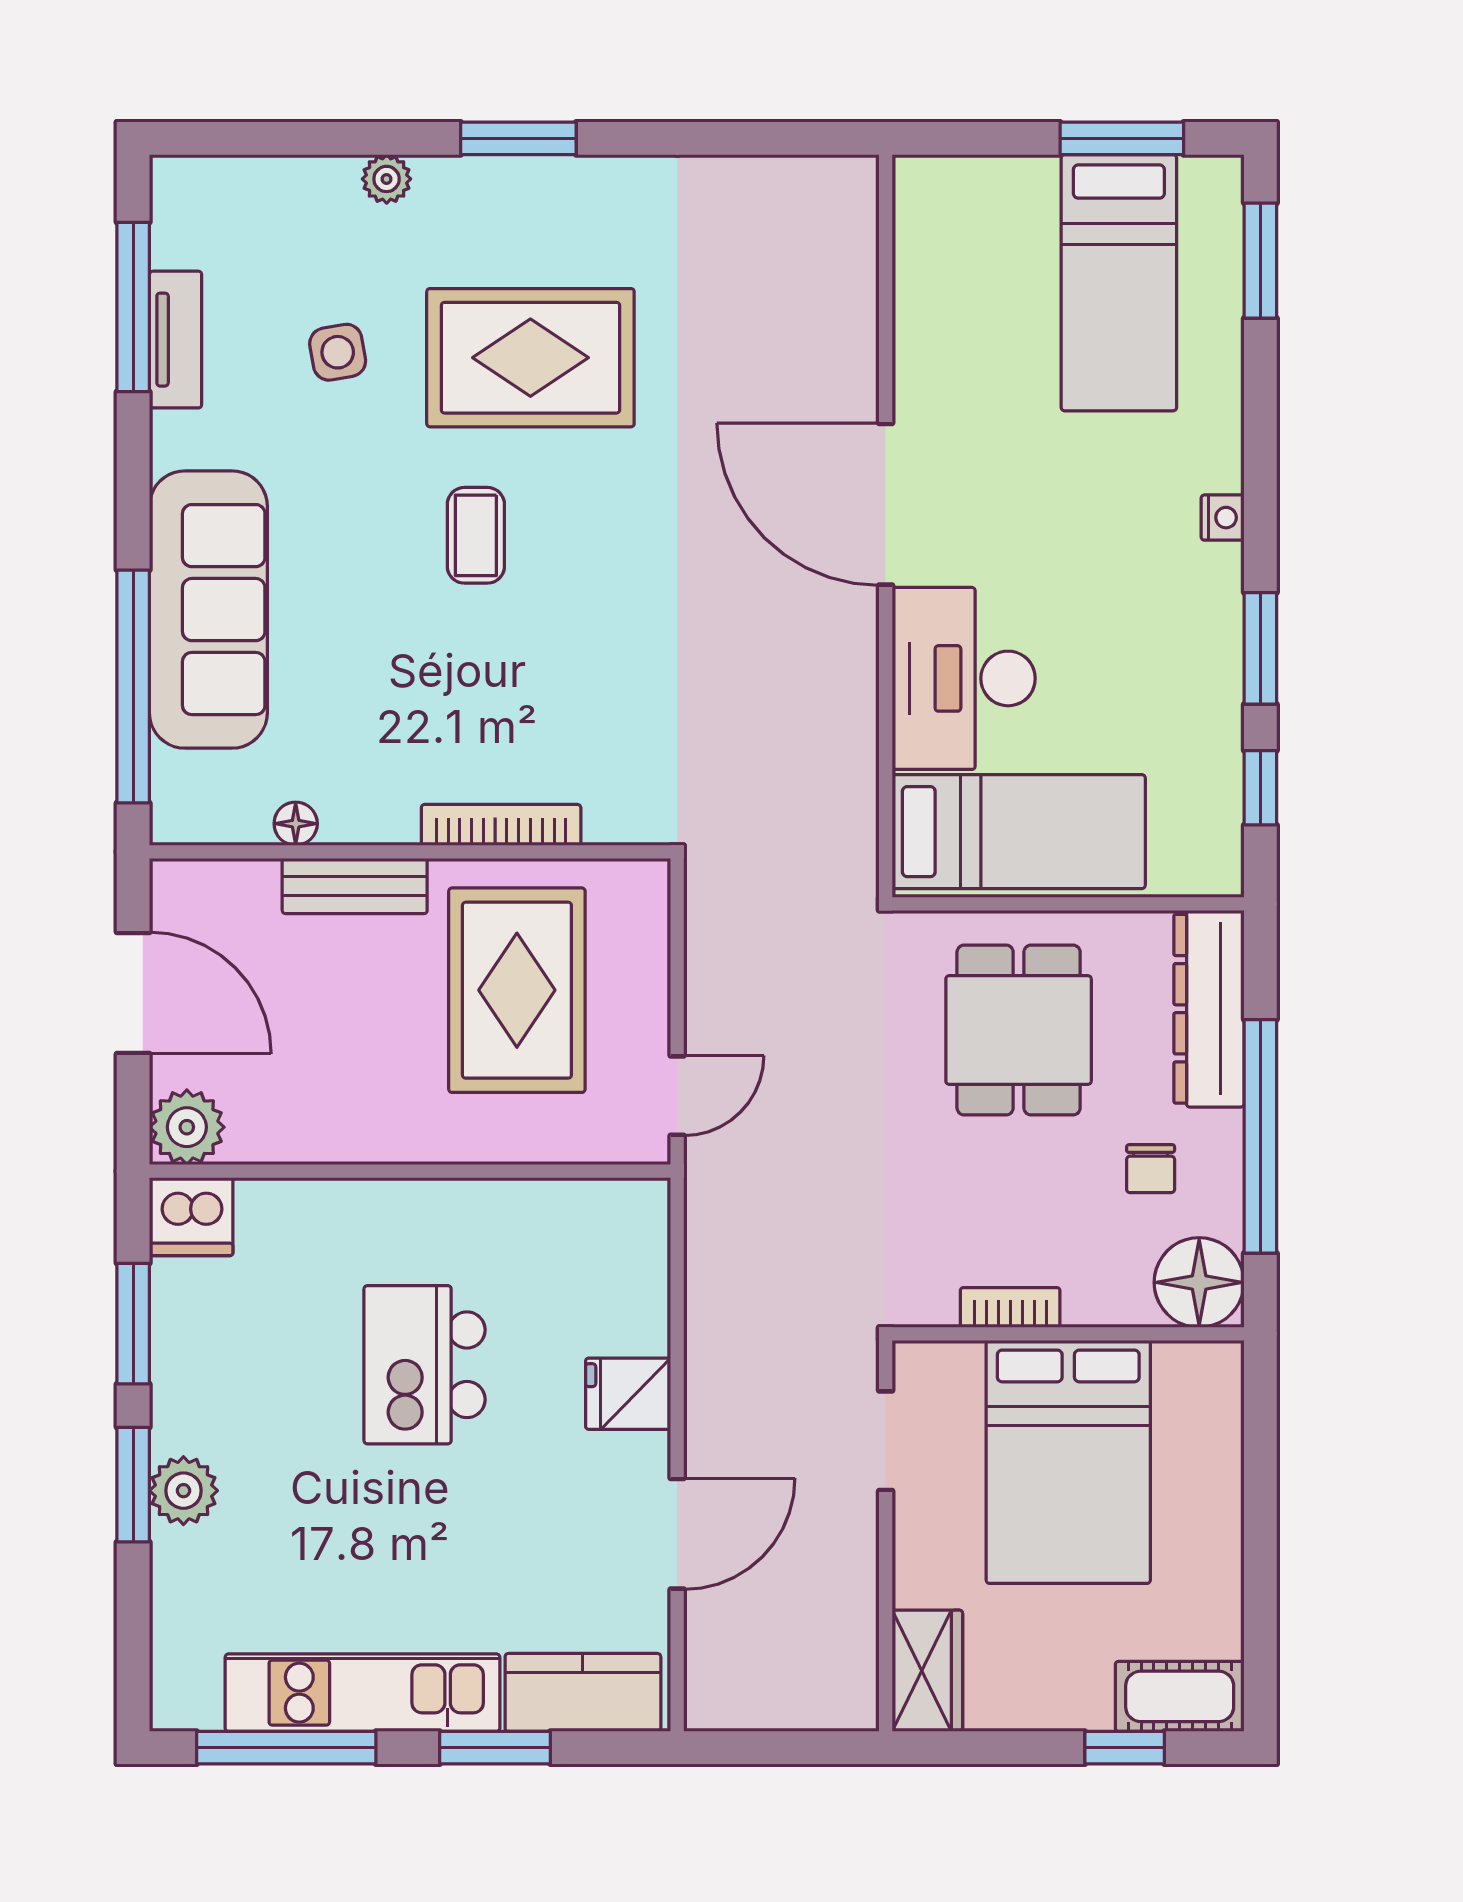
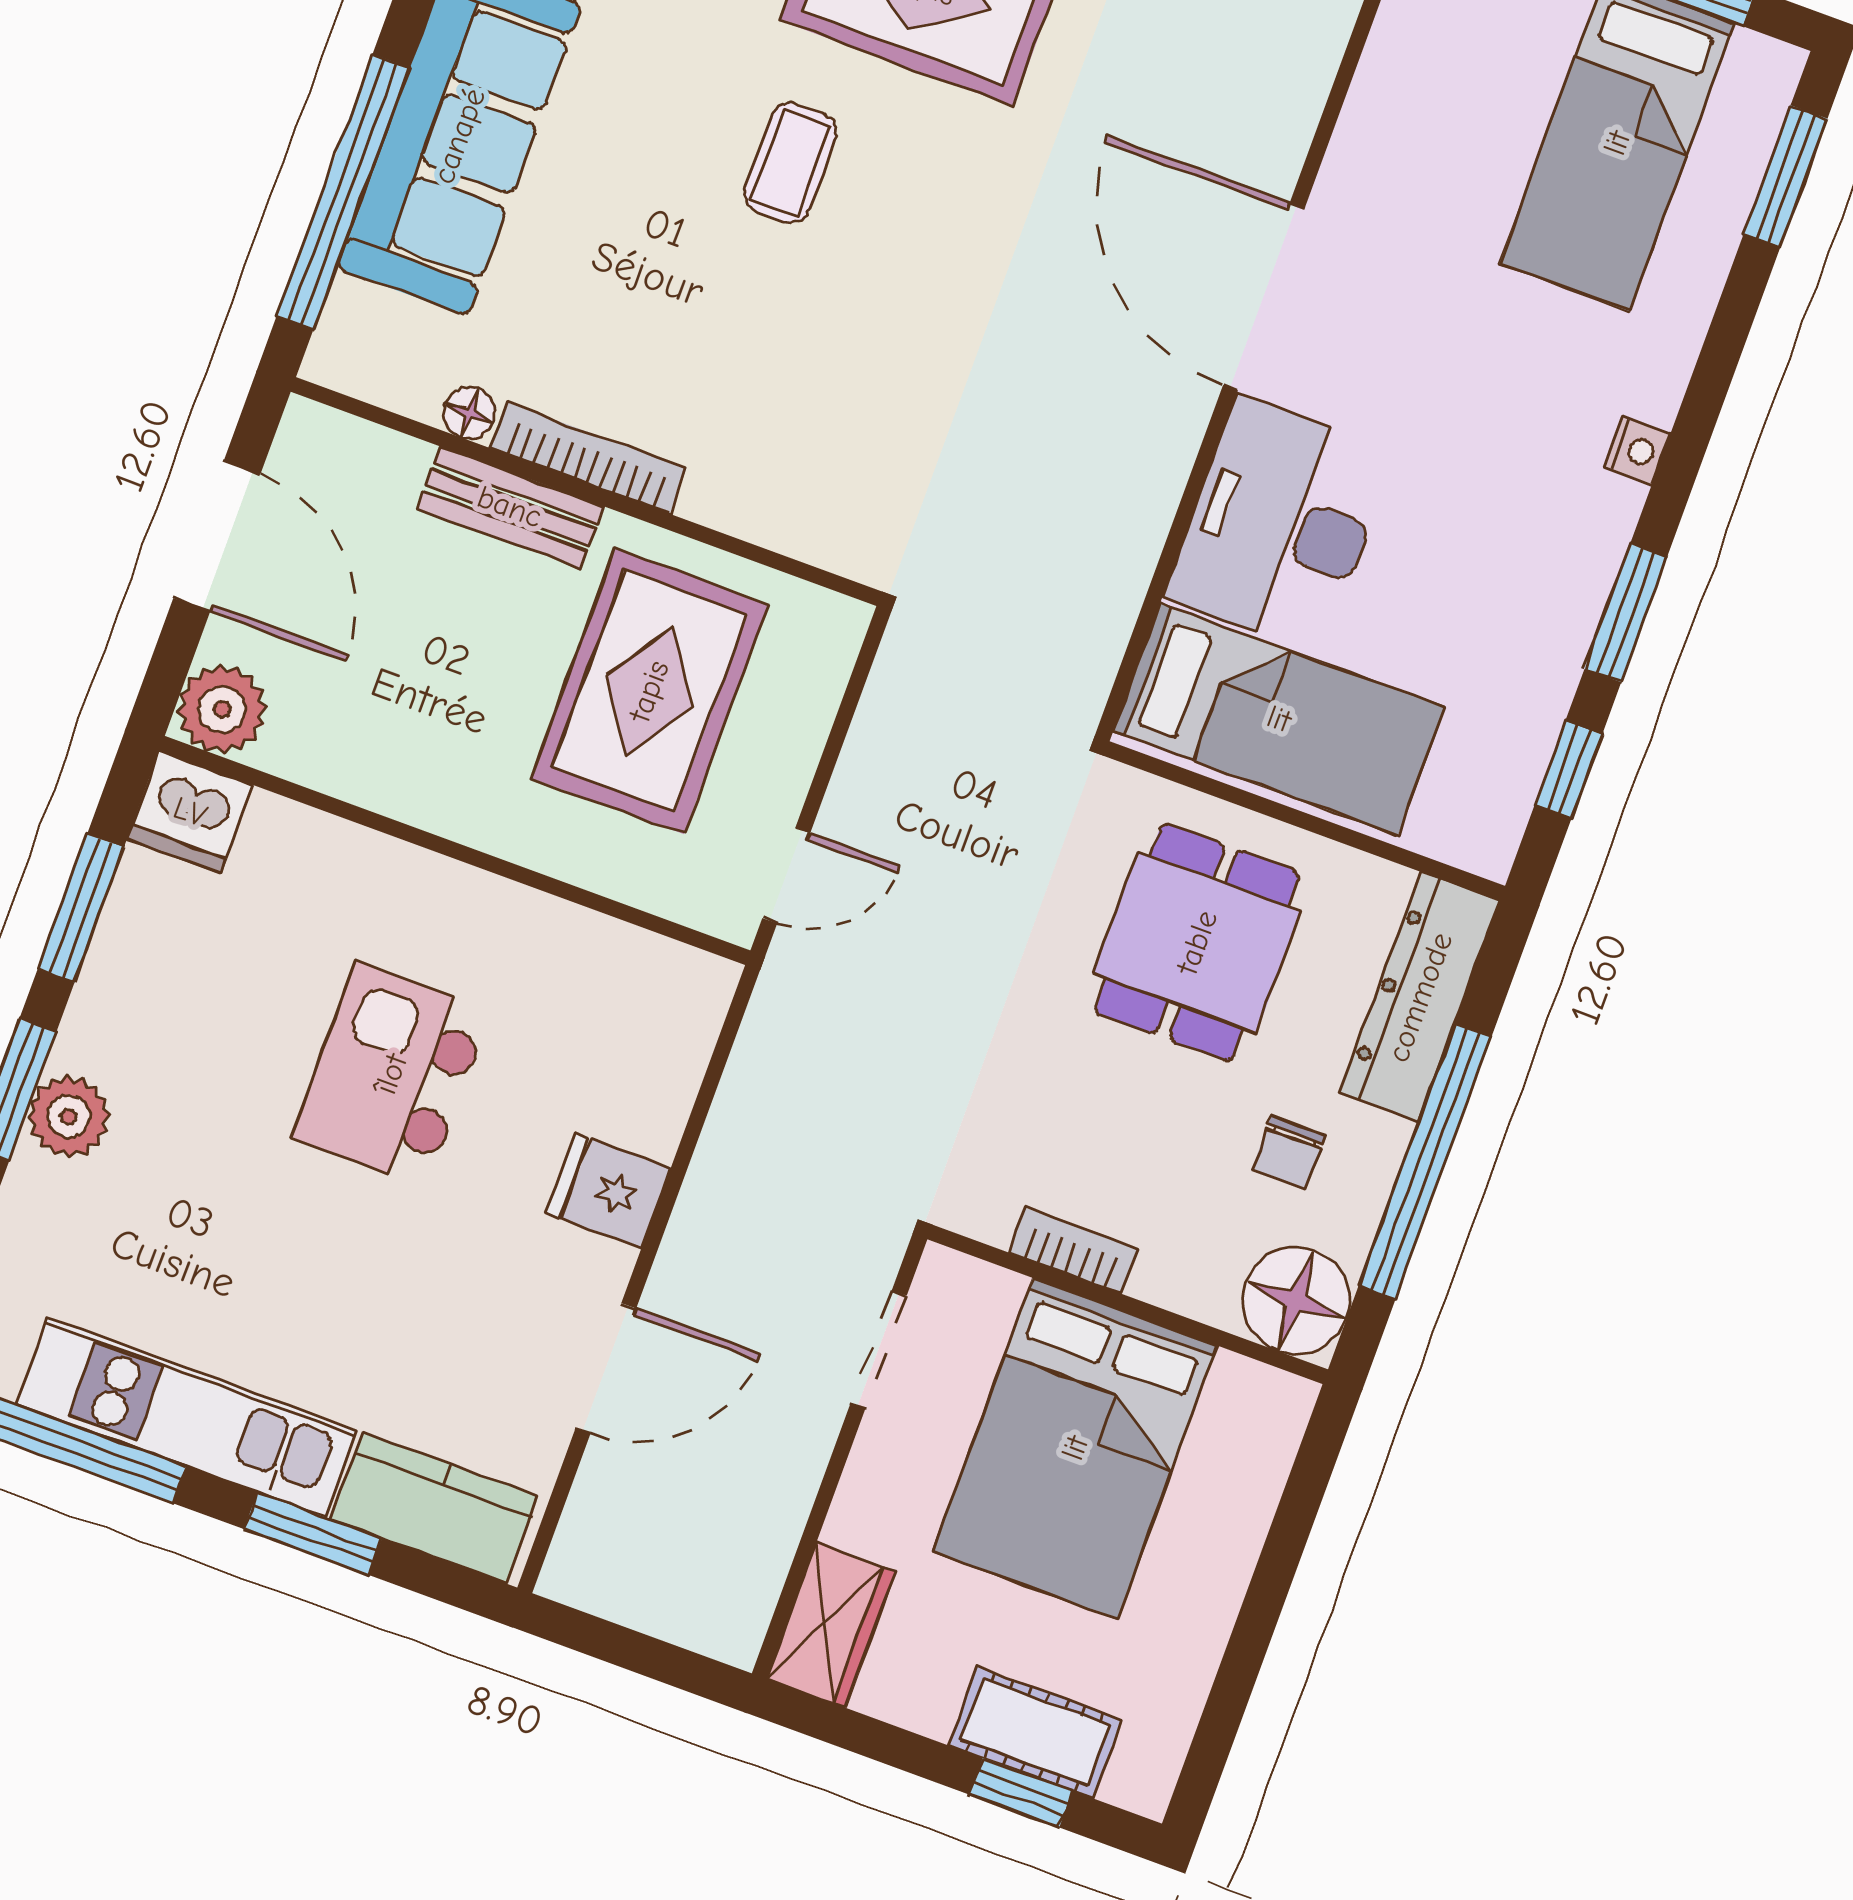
bookcase: (501, 825) -> (588, 458), moved
cot: (1180, 1696) -> (1035, 1733), moved

